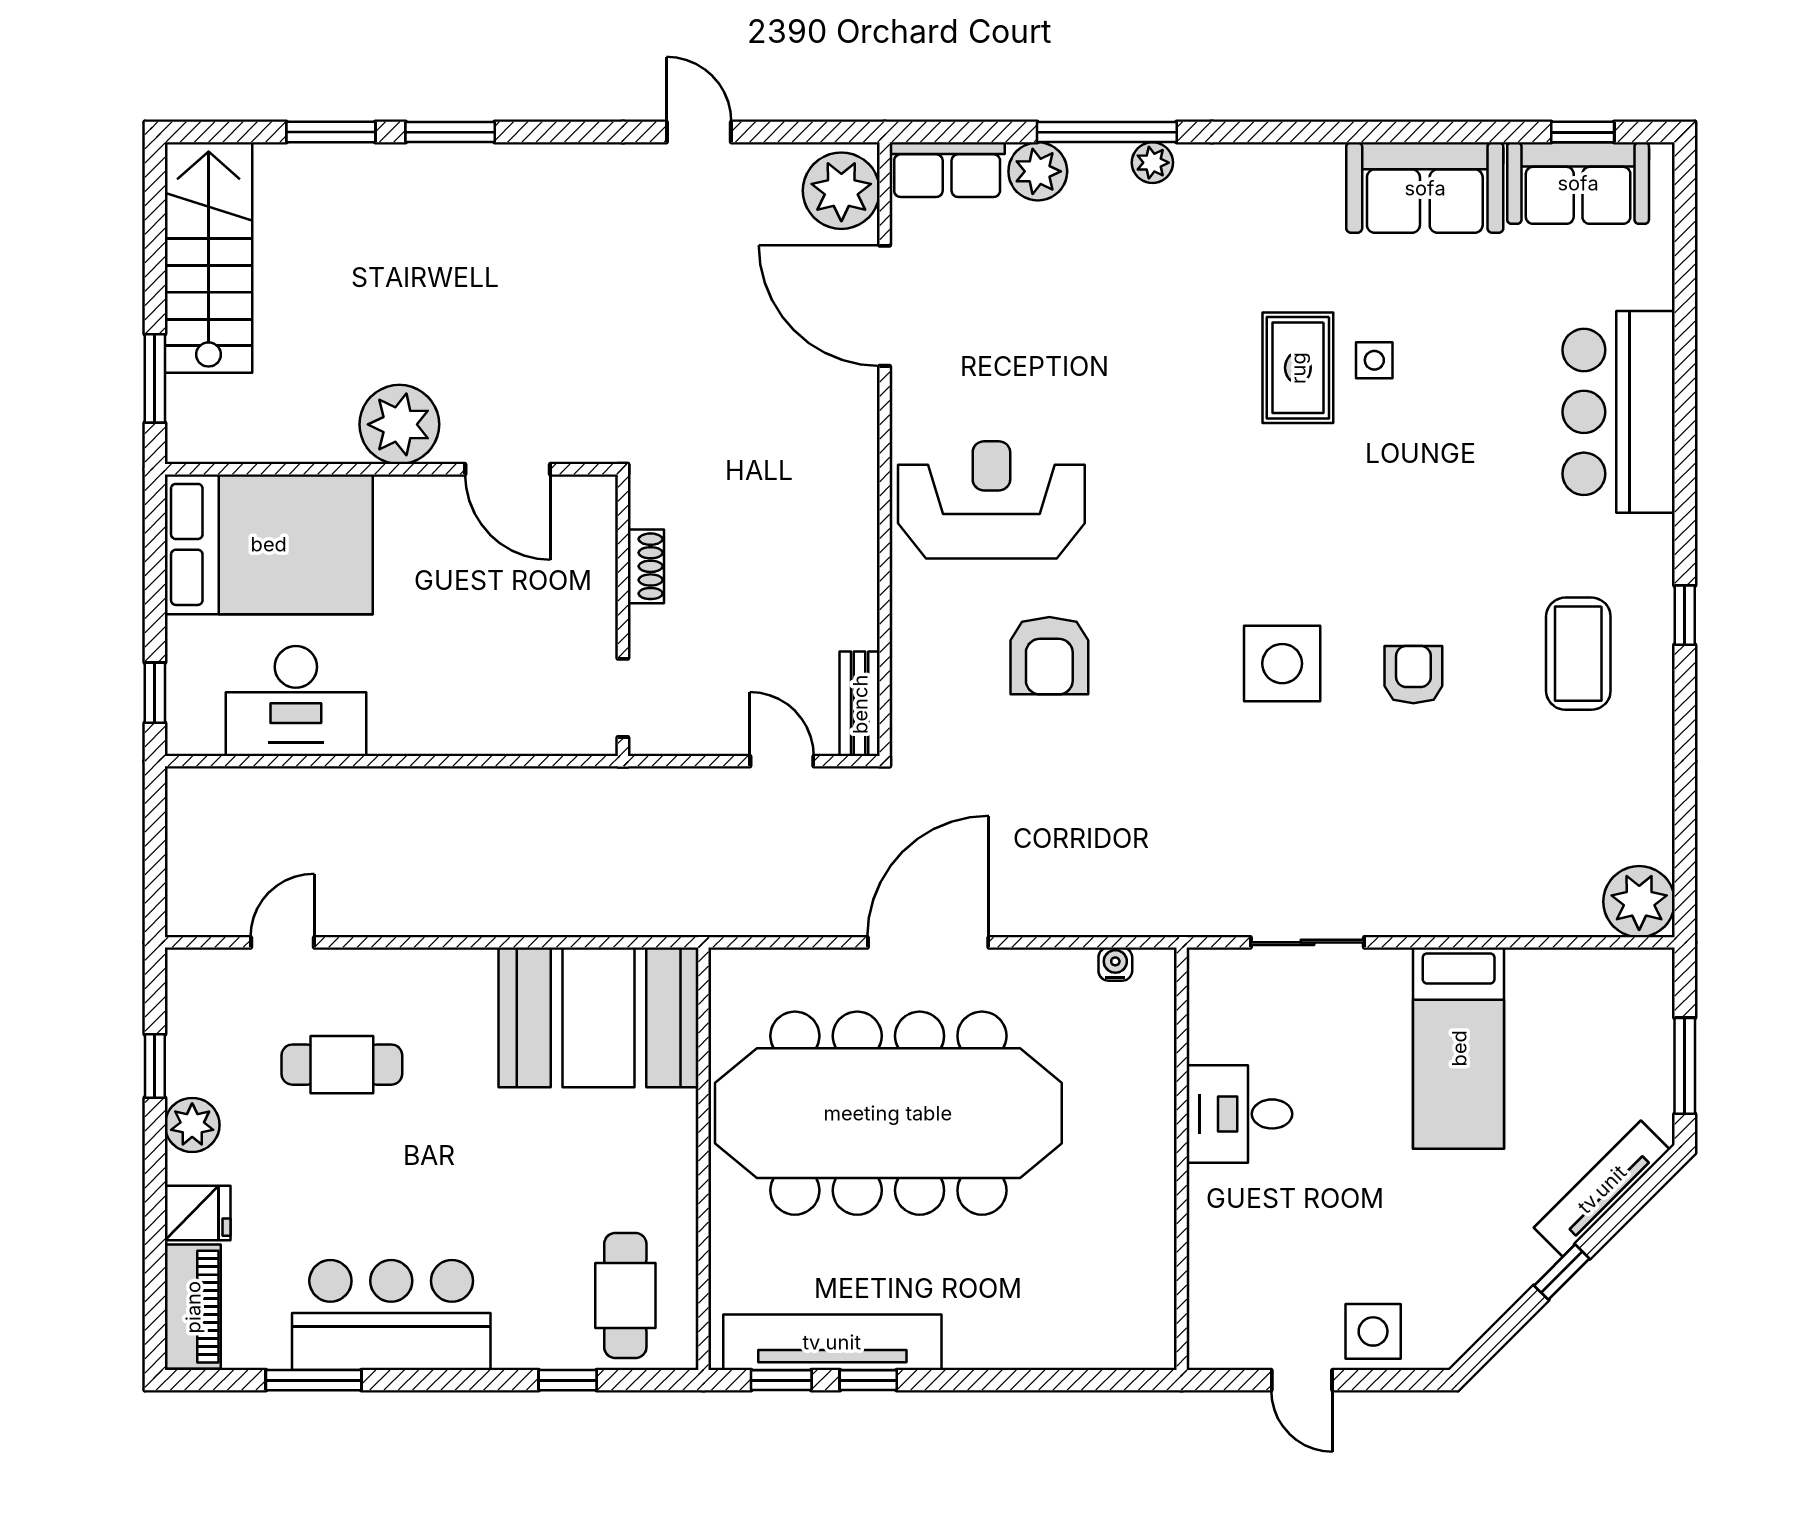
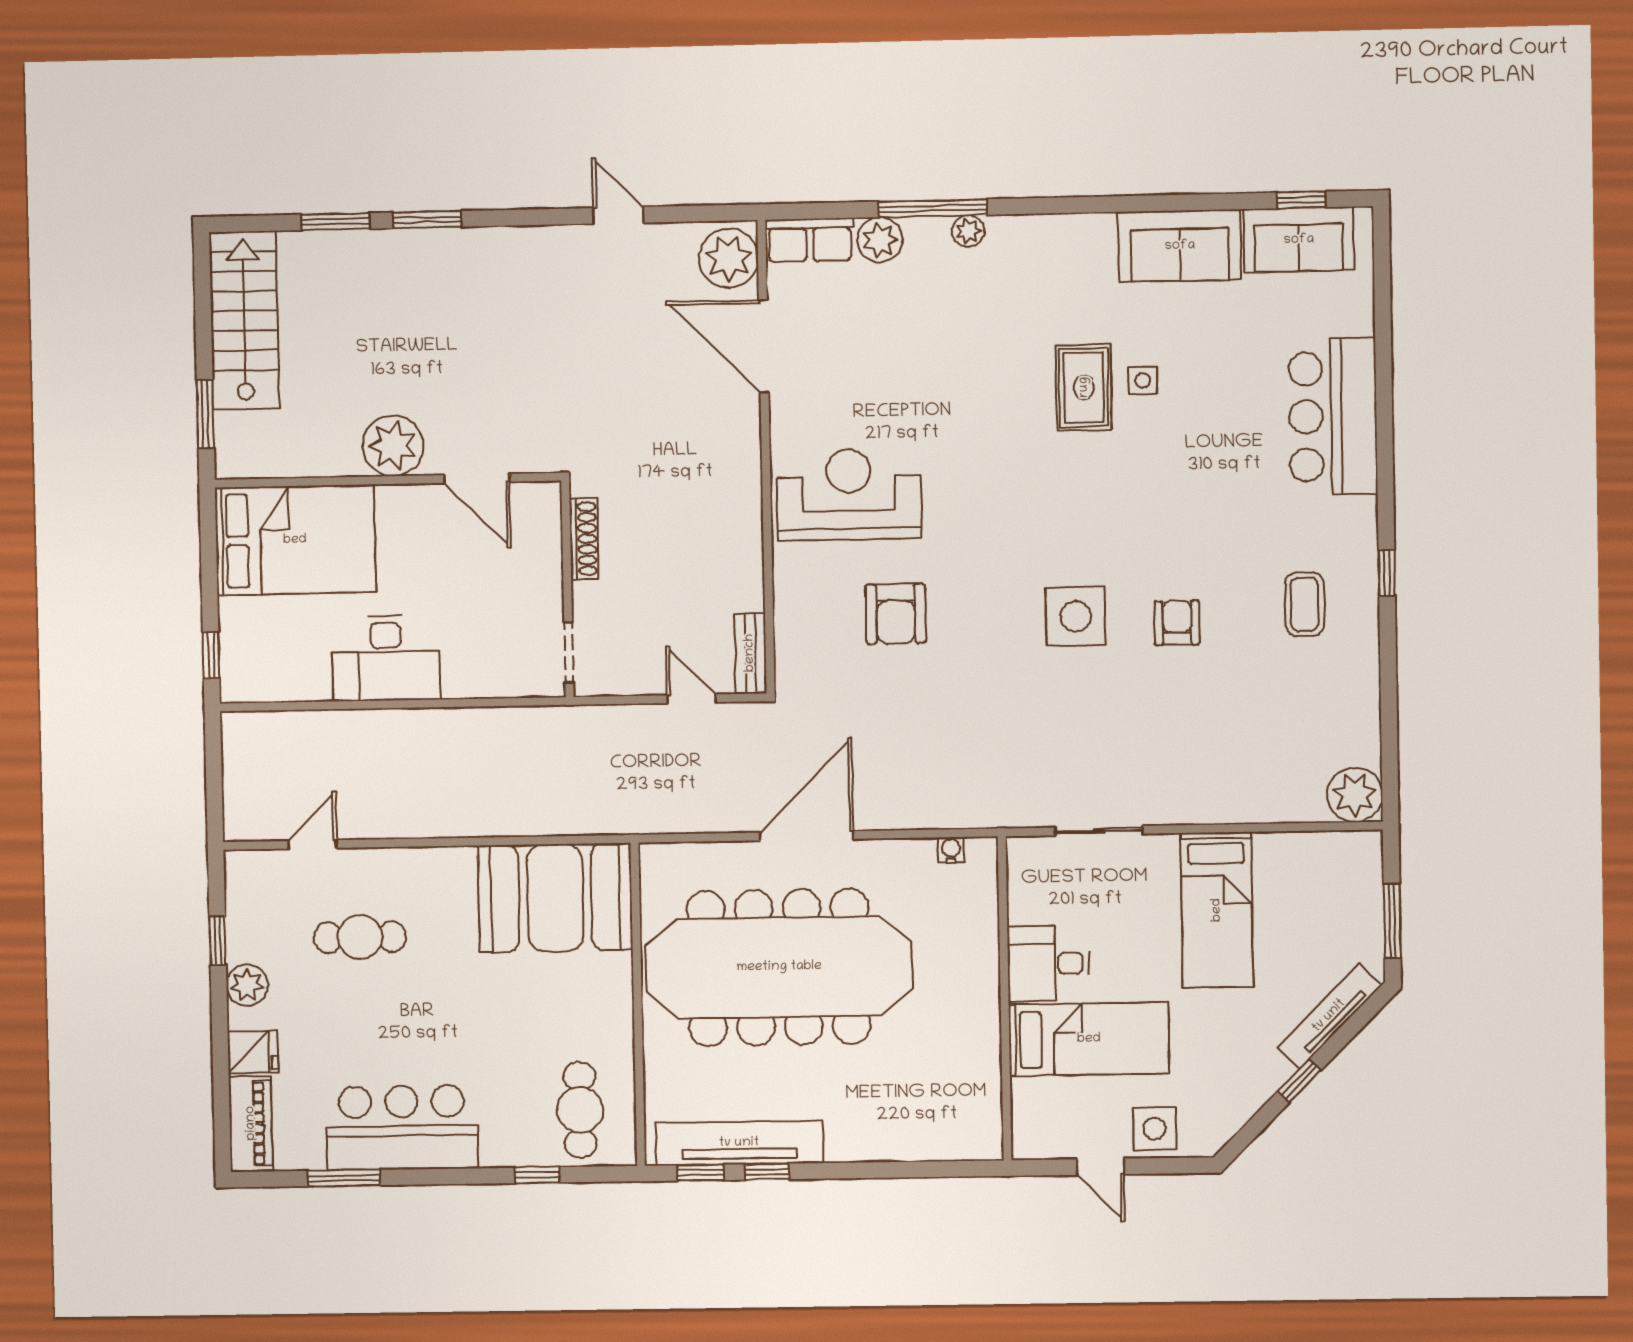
shoe rack: (646, 566) -> (584, 539), width x1.43
coffee table: (1578, 654) -> (1305, 604), width x0.73, depth x0.77
desk: (296, 701) -> (386, 658), moved
bed: (1290, 1213) -> (1089, 1039), added

